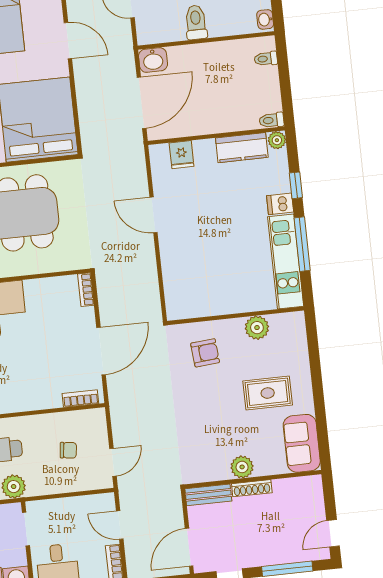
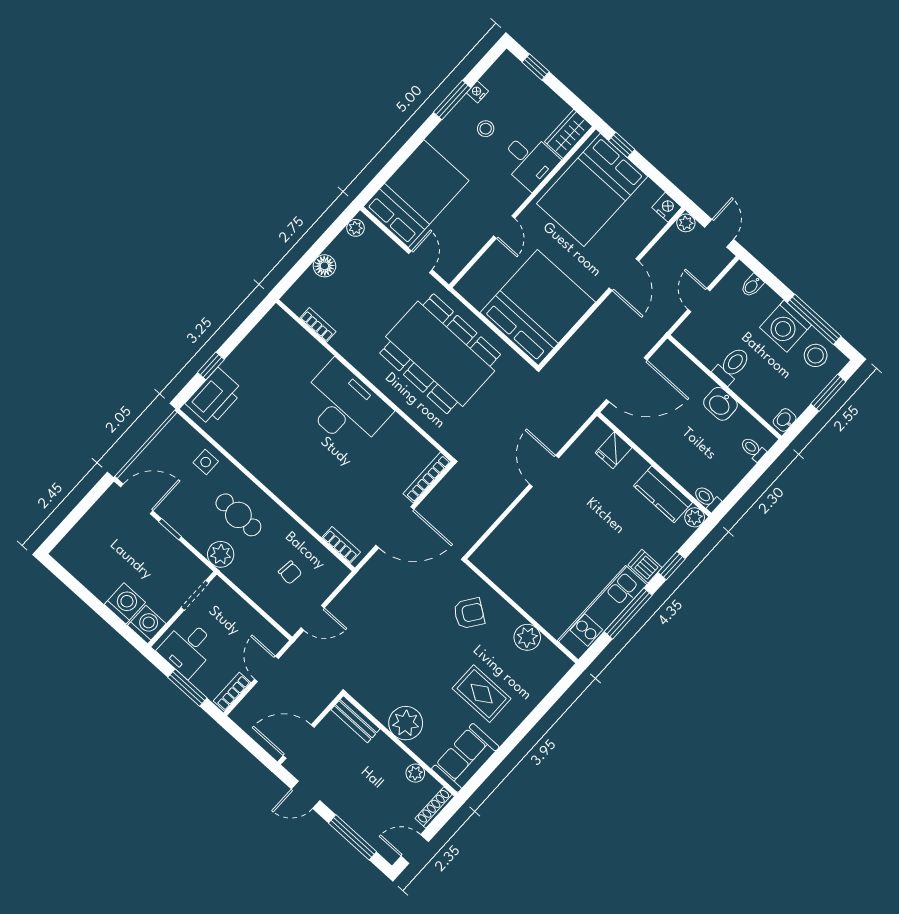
washbasin: (153, 60) -> (720, 404), moved
bookcase: (86, 290) -> (427, 478), width x1.56
armchair: (205, 353) -> (469, 613), turned -50
plant: (242, 467) -> (406, 723), width x1.36, depth x1.36
plant: (282, 487) -> (415, 773), added
shoe rack: (252, 488) -> (435, 807), moved, turned 90

